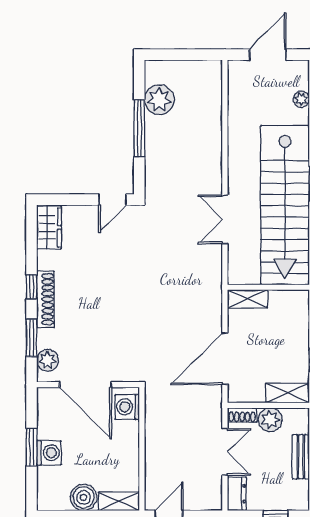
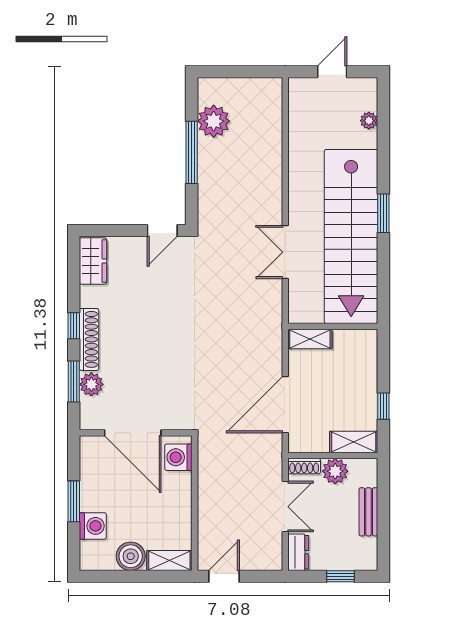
door: (268, 55) -> (332, 72), width x0.73
plant: (48, 360) -> (91, 384), moved
washing machine: (49, 453) -> (93, 526), moved

